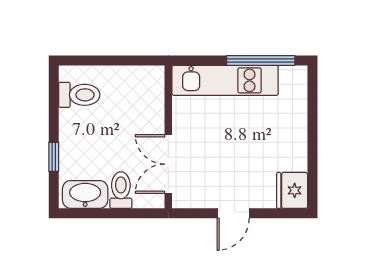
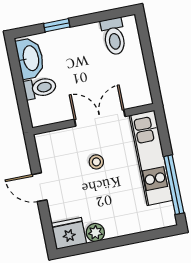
stool: (217, 143) -> (96, 162), added
plant: (297, 160) -> (95, 232), added
double door: (168, 164) -> (100, 118), moved

